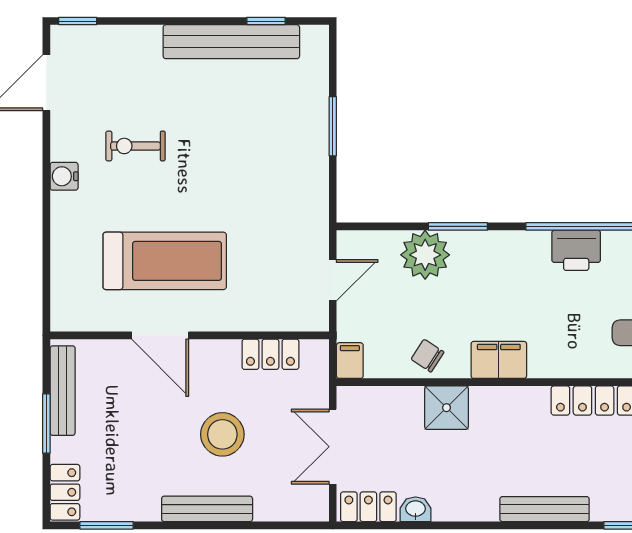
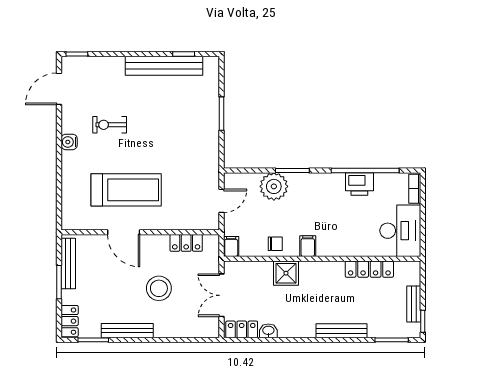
chair: (427, 356) -> (275, 244), turned 147
filing cabinet: (499, 360) -> (308, 246), width x0.50
bench: (207, 509) -> (127, 331), moved

